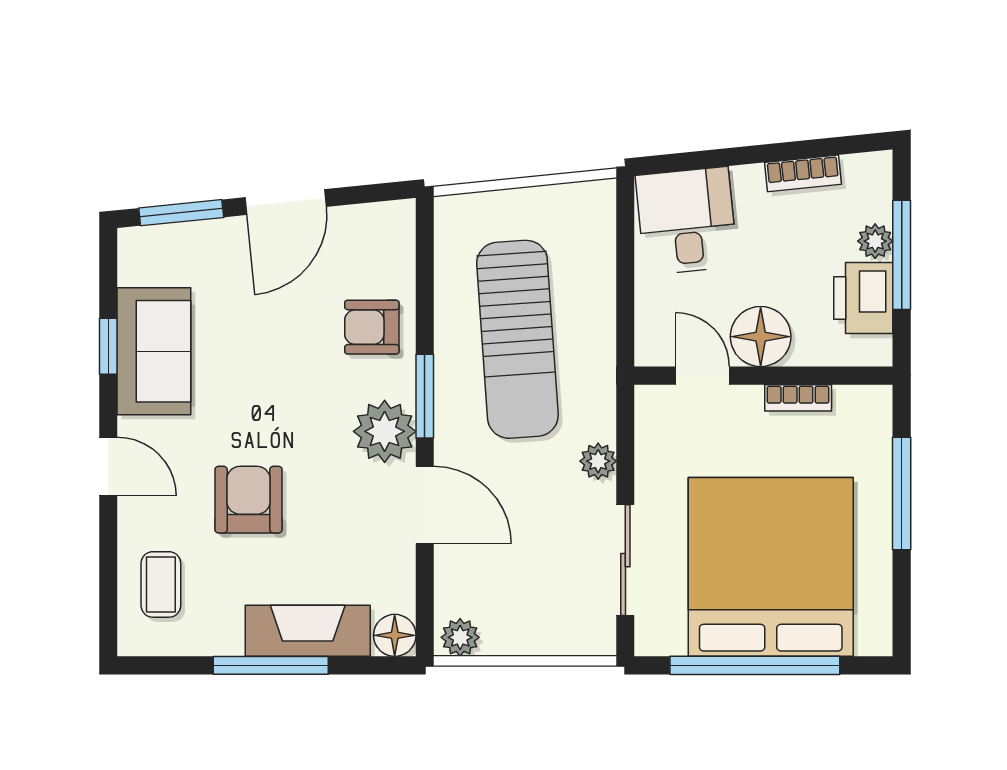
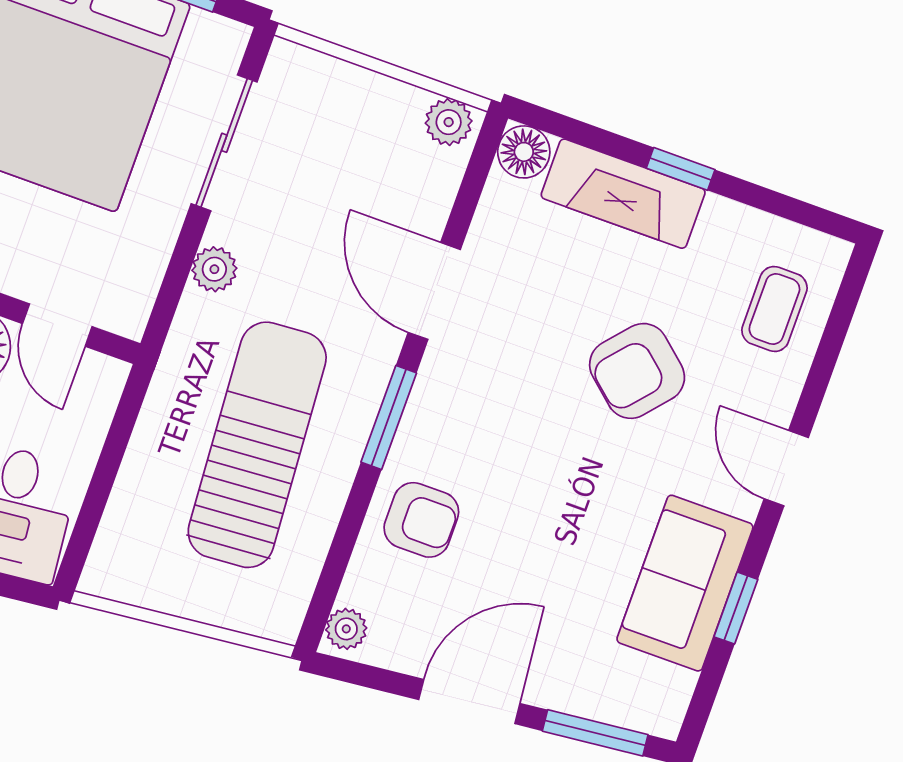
plant: (385, 431) -> (346, 629), moved, width x0.53, depth x0.53
armchair: (248, 500) -> (637, 371), turned 41
window: (271, 665) -> (681, 169), width x0.46

